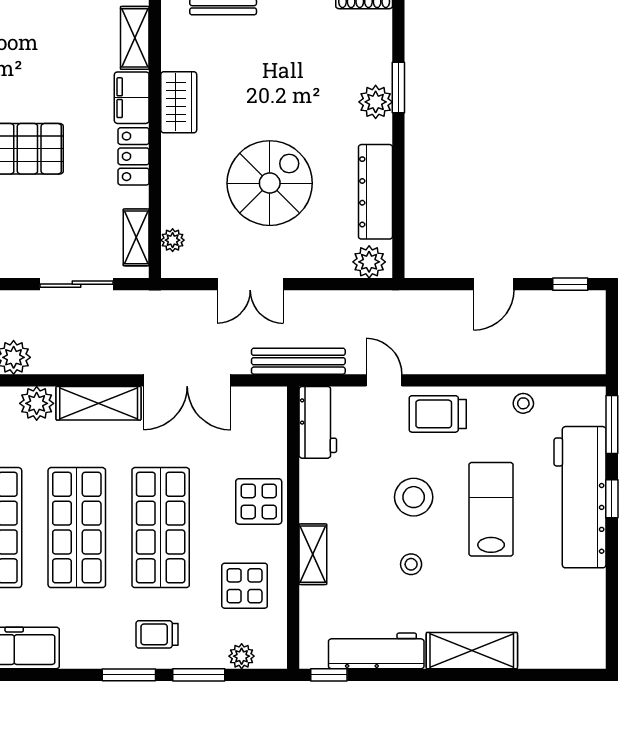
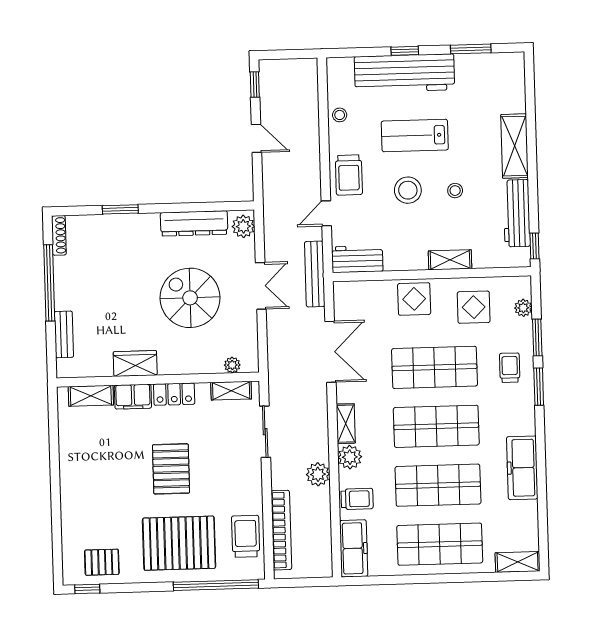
plant: (376, 102) -> (131, 225), removed
double door: (250, 284) -> (261, 286), moved
shelving: (99, 403) -> (346, 424), width x0.67, depth x0.75
window: (612, 425) -> (471, 49), moved
trolley: (157, 634) -> (510, 368), turned 180

